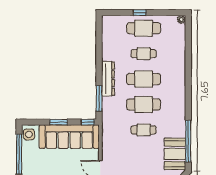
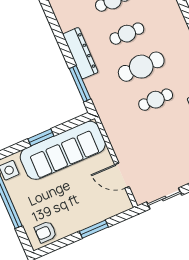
cafe table: (144, 79) -> (127, 34), width x0.73, depth x0.74
window: (88, 122) -> (79, 121), removed

